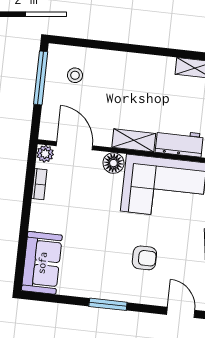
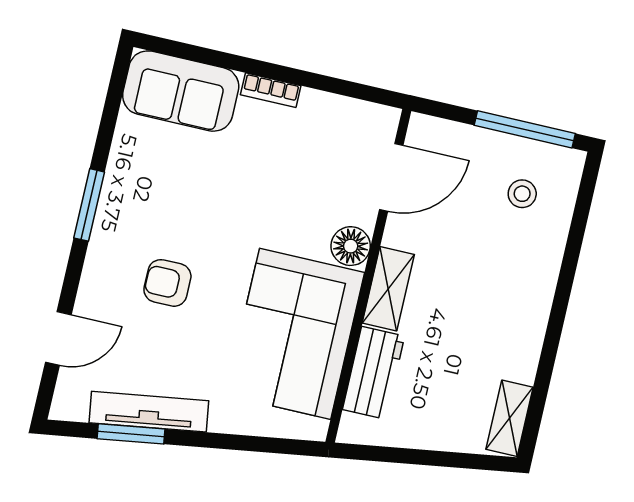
plant: (45, 154) -> (383, 121), removed
bookcase: (39, 184) -> (271, 90), moved
armchair: (144, 258) -> (167, 283), turned 90

